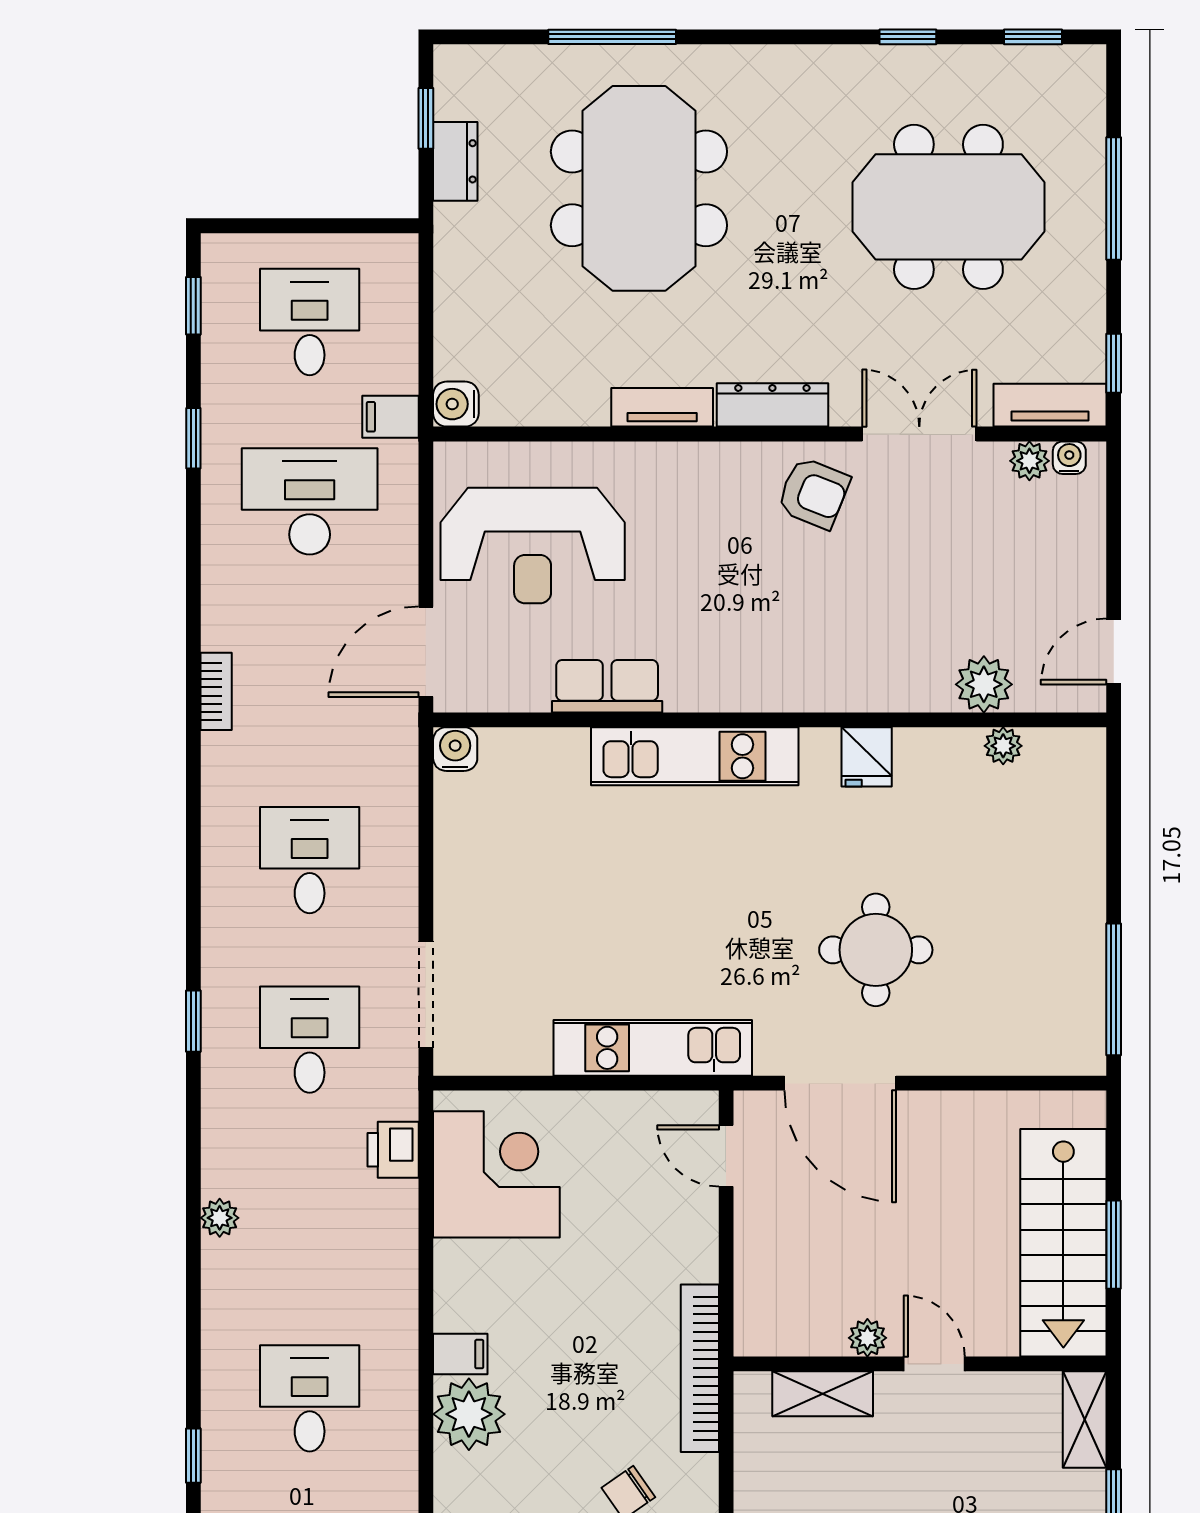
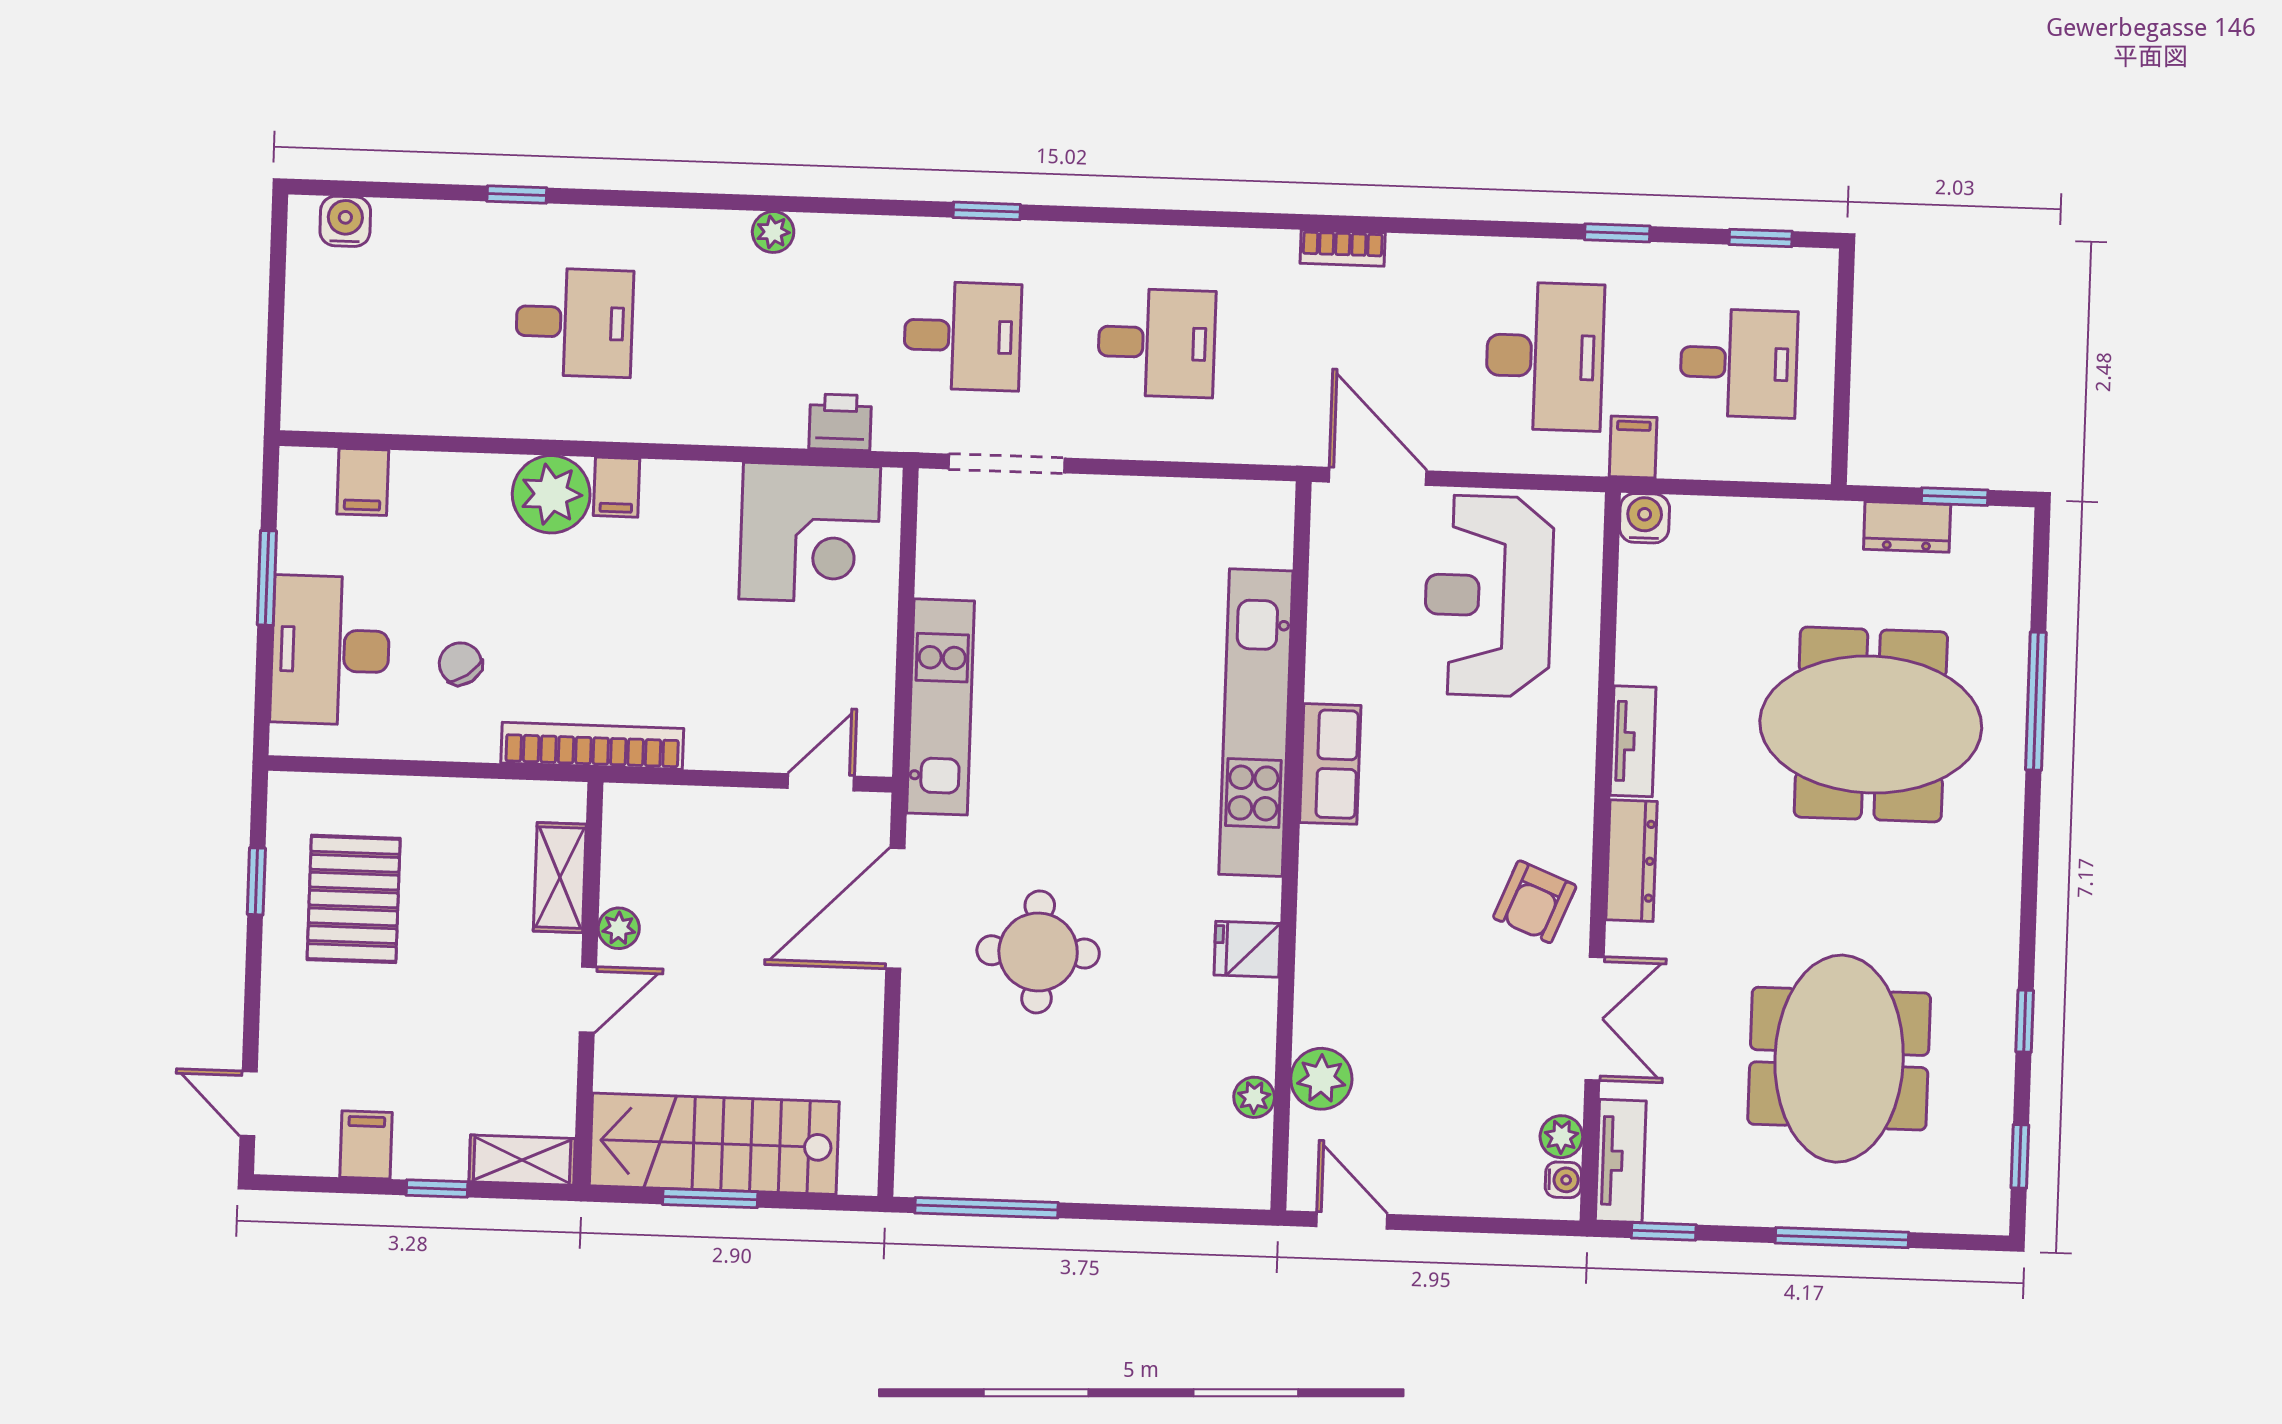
row of seats: (607, 686) -> (1330, 764), moved
water cooler: (455, 749) -> (1271, 504), removed
kitchen unit: (695, 756) -> (1256, 723), width x1.36

